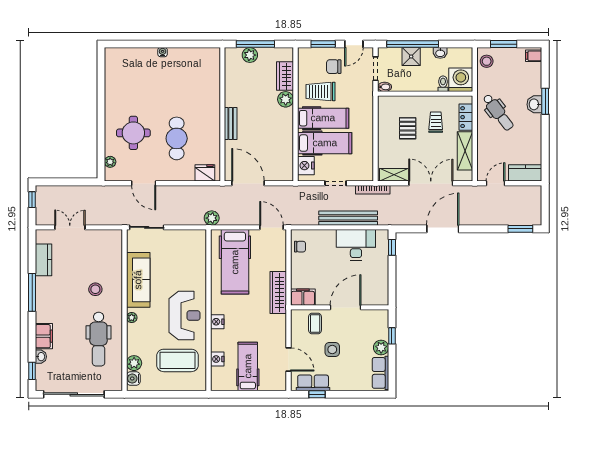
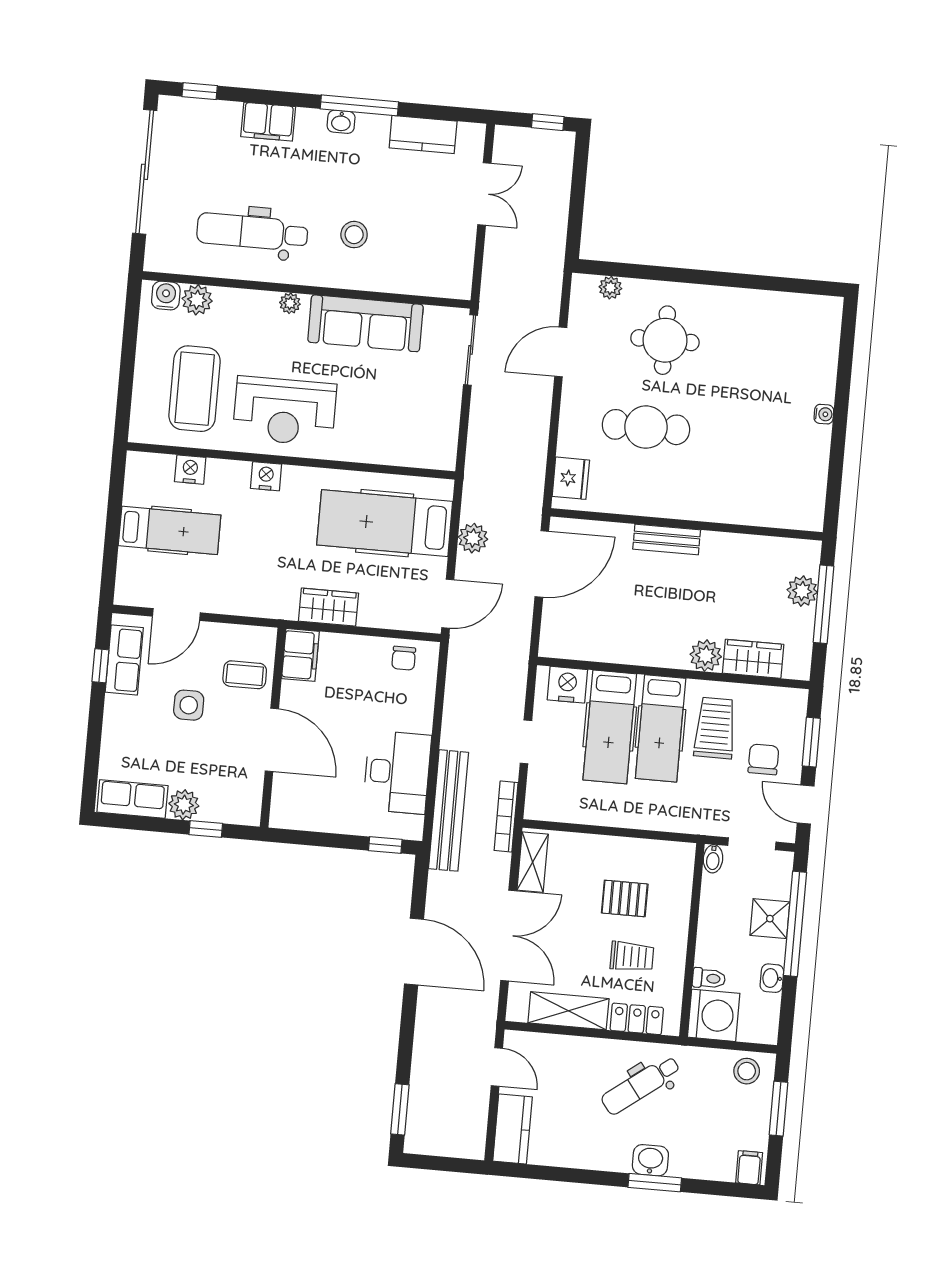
plant: (212, 218) -> (473, 538), moved
bench: (348, 218) -> (449, 810), moved
wardrobe: (278, 293) -> (329, 607), width x0.67
washbasin: (41, 357) -> (341, 122), moved

